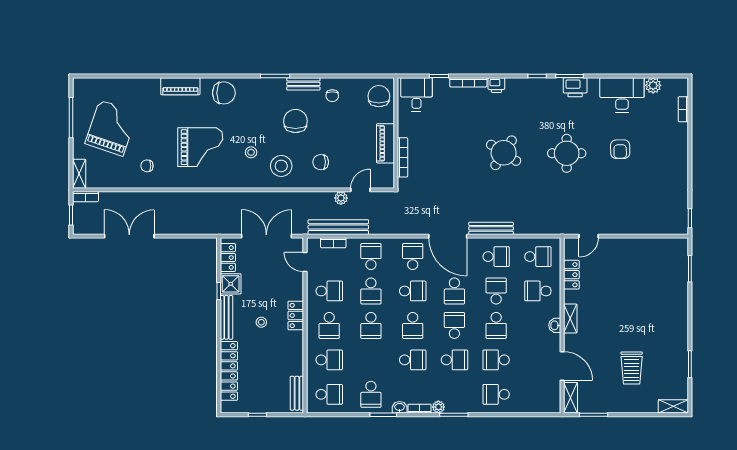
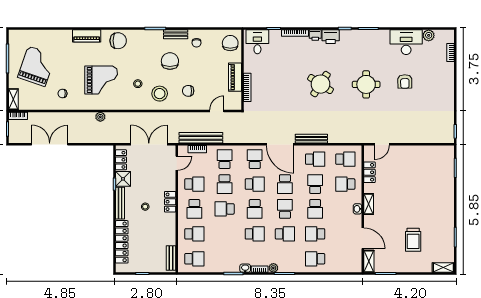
printer: (575, 87) -> (331, 37), moved
plant: (341, 198) -> (100, 117), moved
door: (305, 262) -> (177, 163), swing flipped
school desk: (371, 325) -> (225, 209), turned 90
school desk: (371, 394) -> (225, 259), removed

